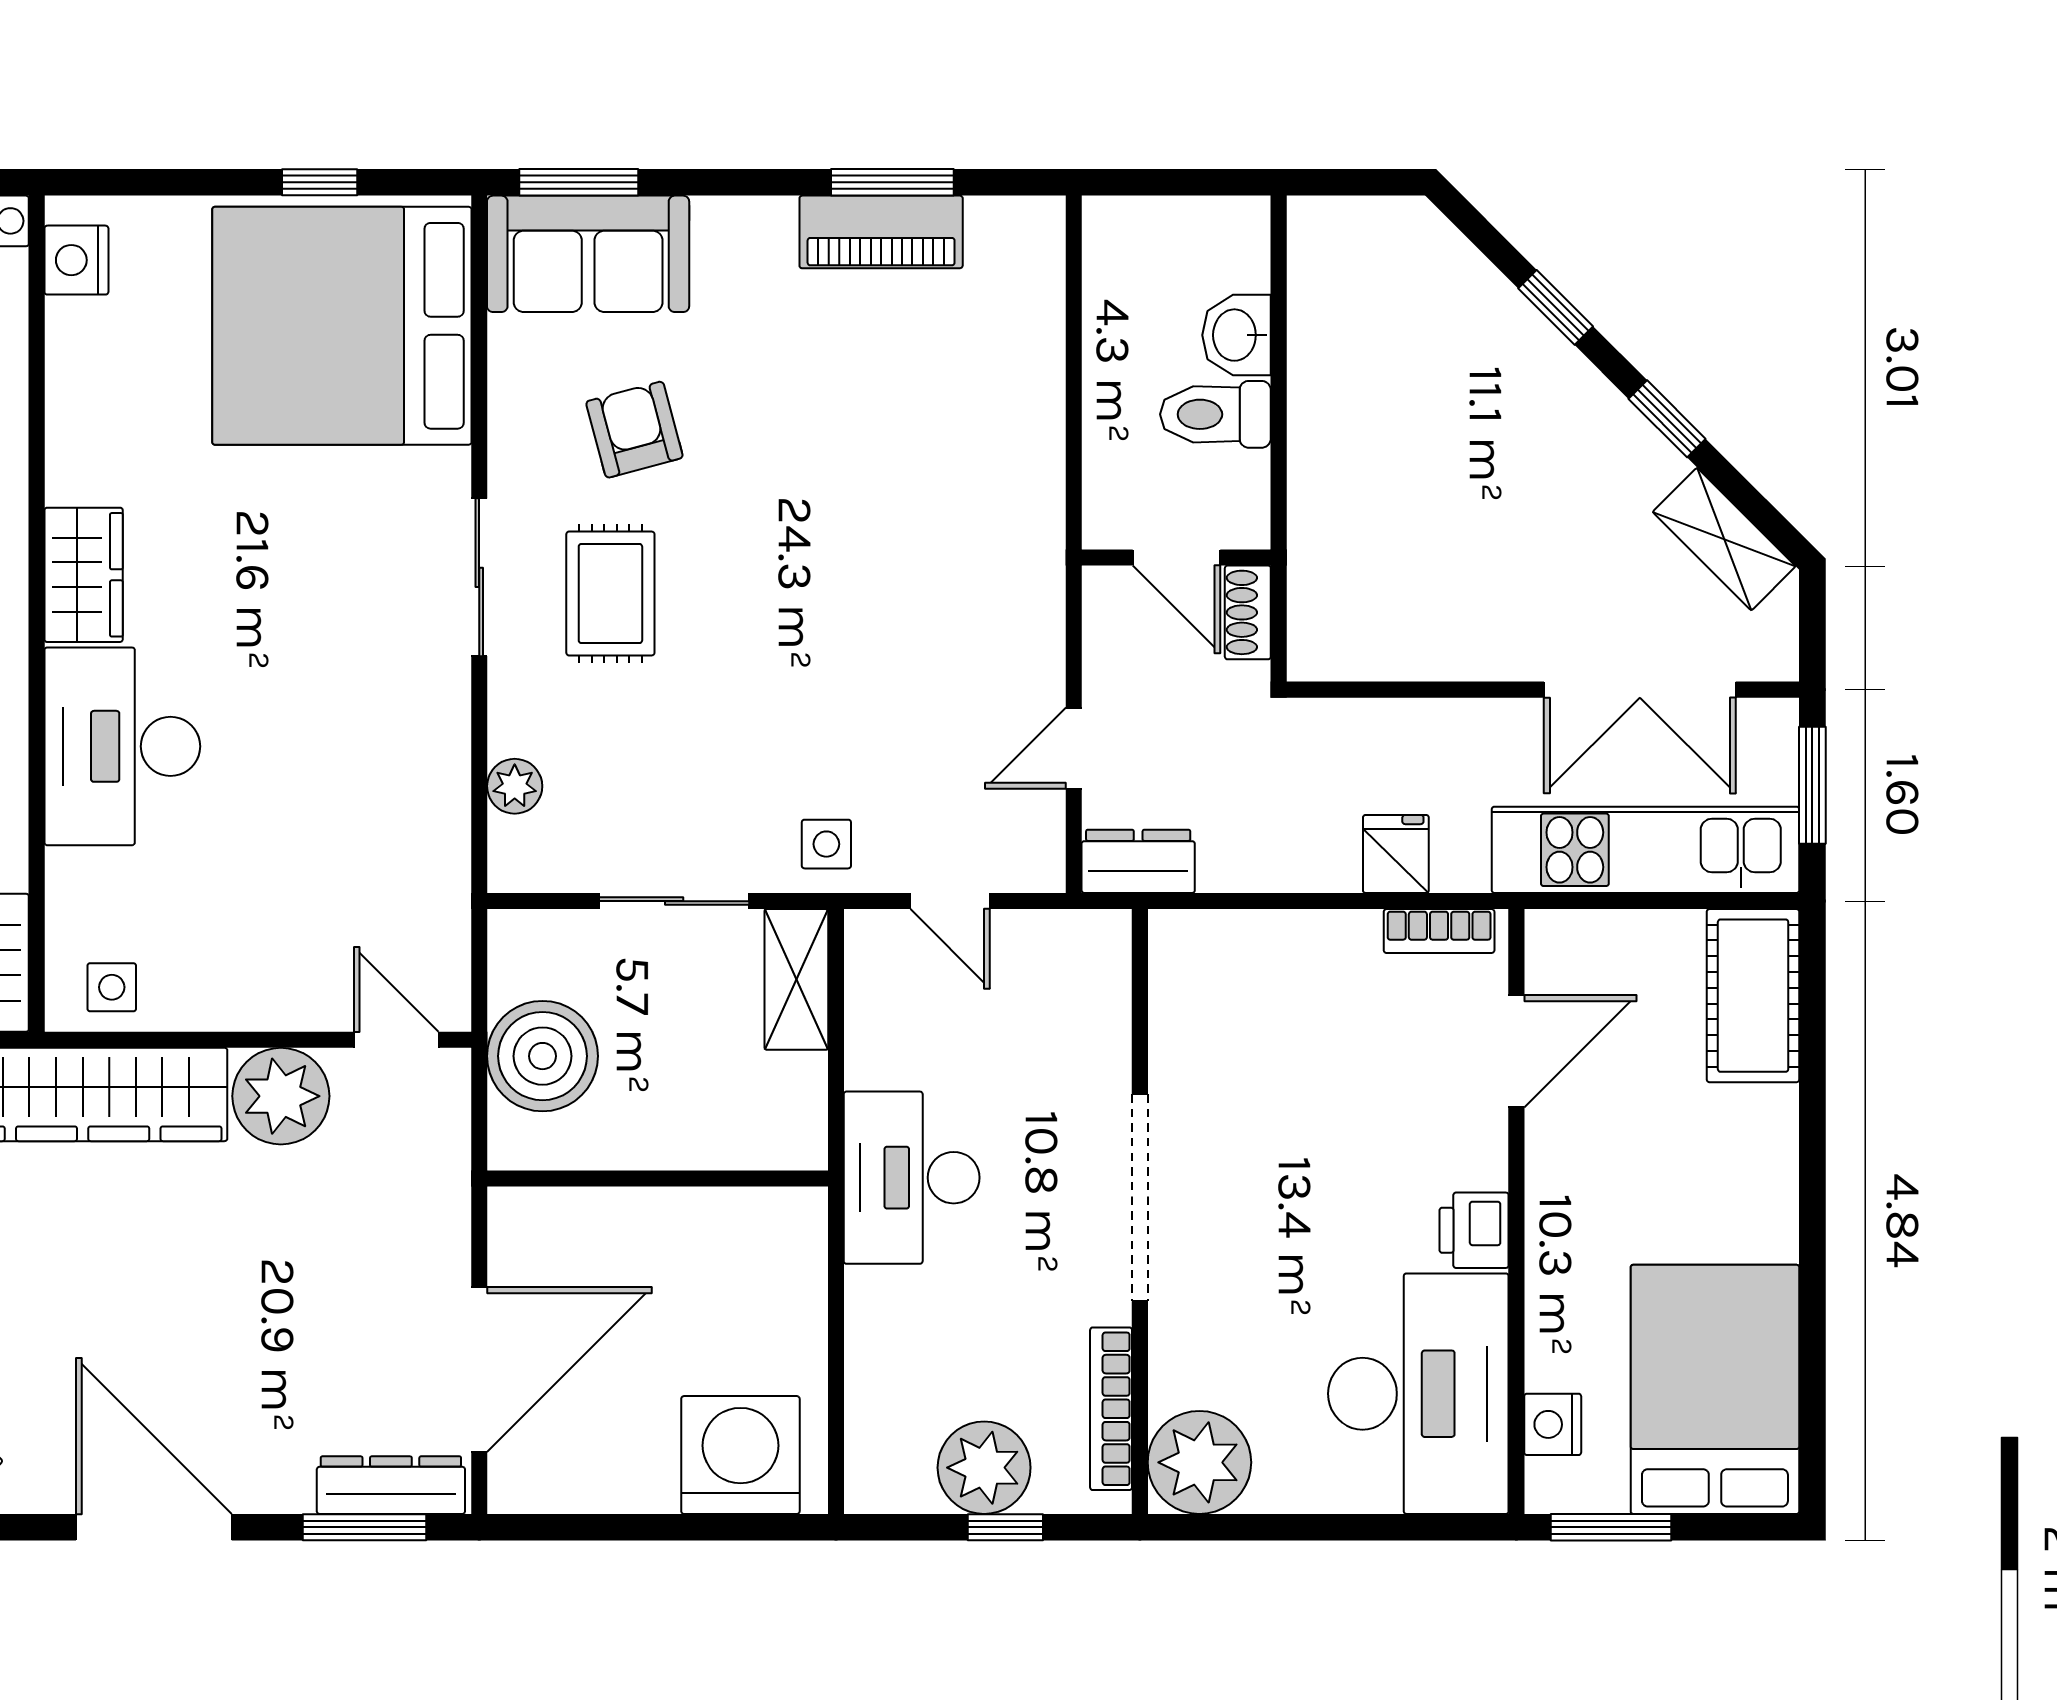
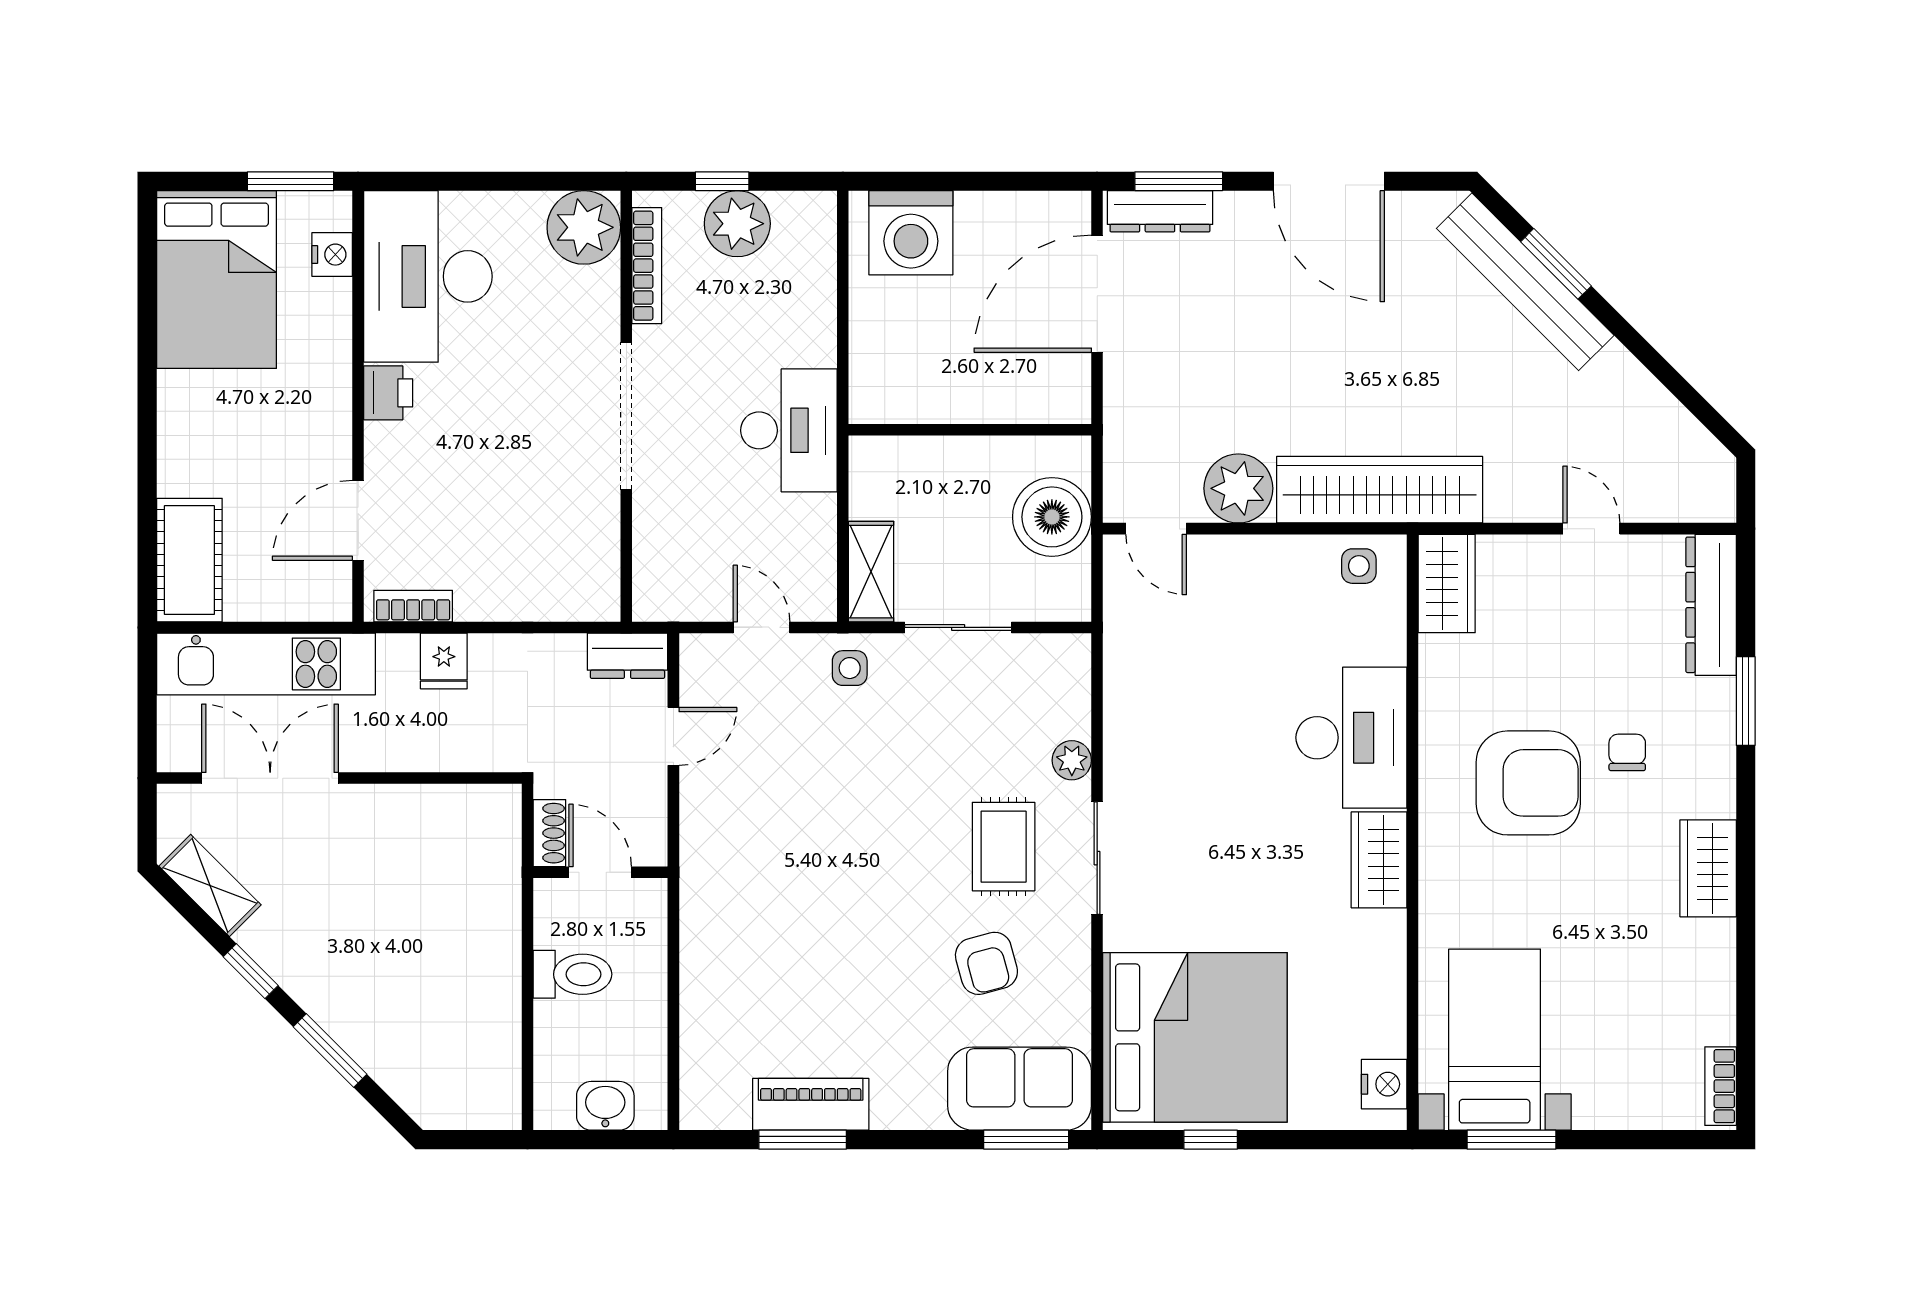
window: (1556, 307) -> (330, 1050), width x1.50
washbasin: (1236, 335) -> (605, 1106), moved, turned -90
window: (1812, 785) -> (147, 710), removed
plant: (515, 786) -> (1072, 760), moved

